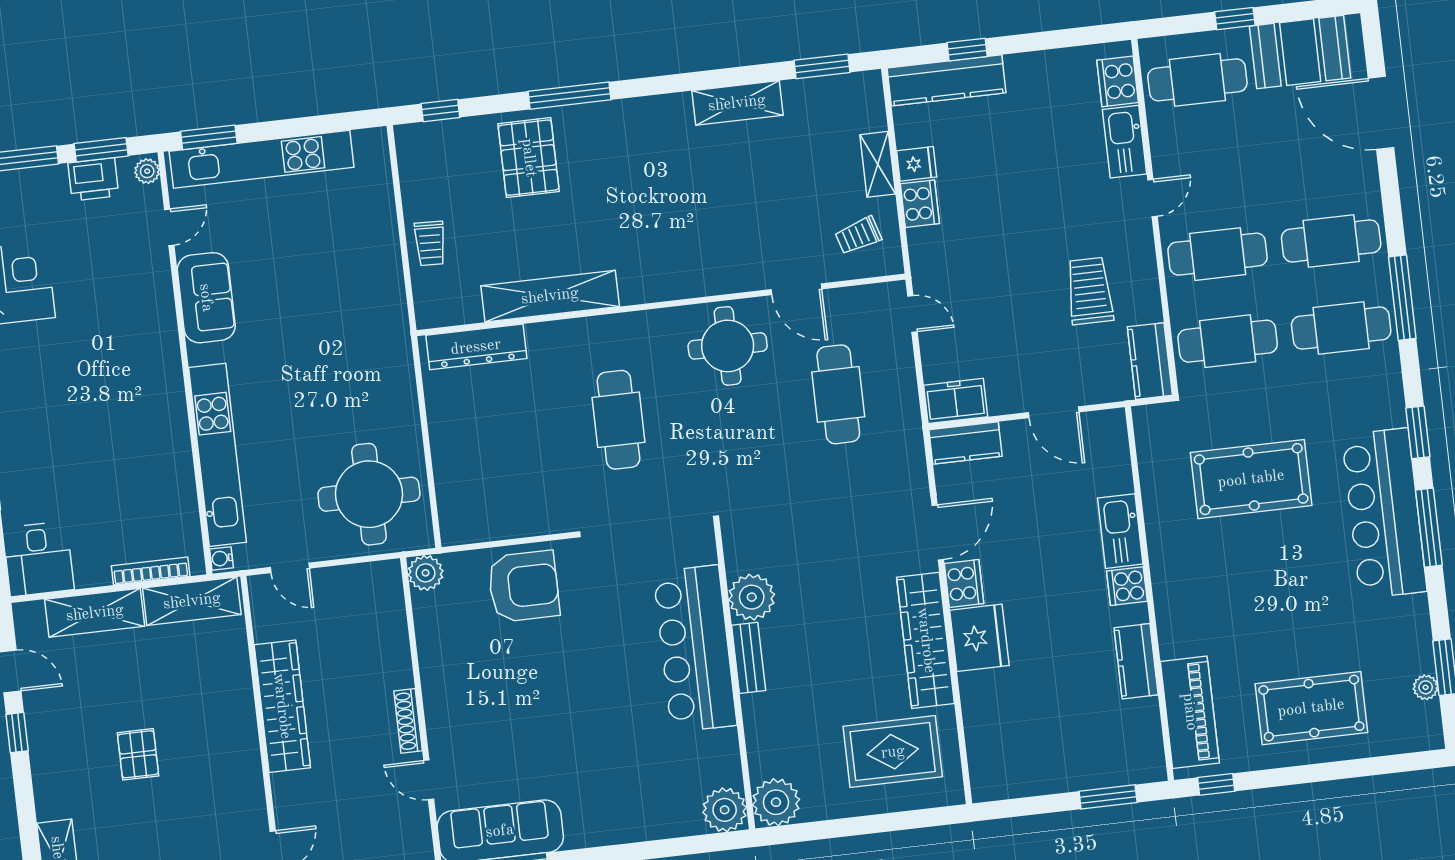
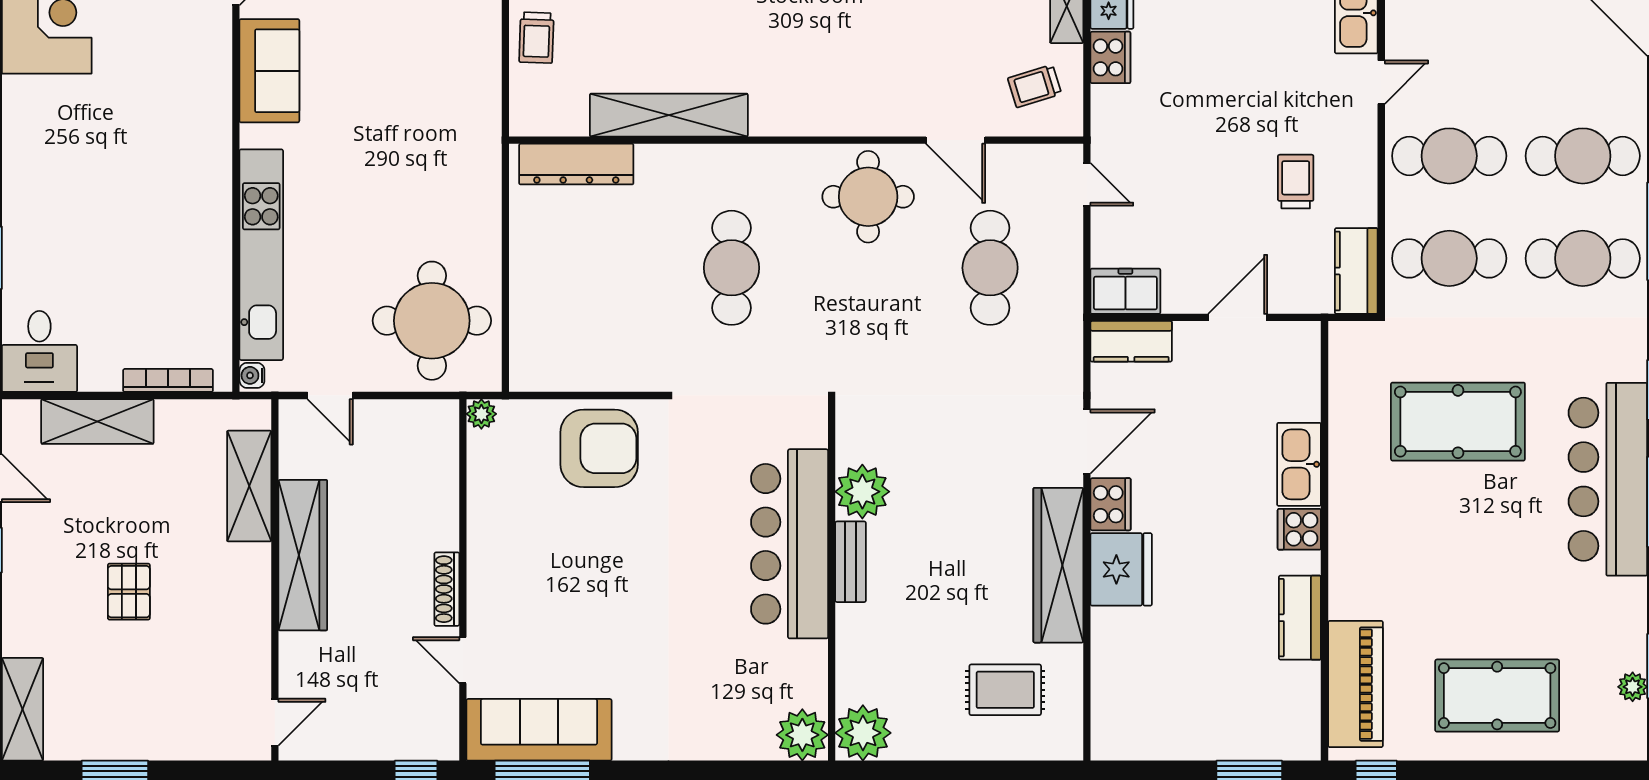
trolley: (1090, 291) -> (1296, 182), width x0.73, depth x0.72
door: (1054, 412) -> (1238, 317), swing flipped
plant: (426, 573) -> (481, 414), width x0.73, depth x0.73
shelving: (192, 601) -> (249, 486), moved, turned 90
rug: (893, 752) -> (1005, 690), width x0.73, depth x0.70

